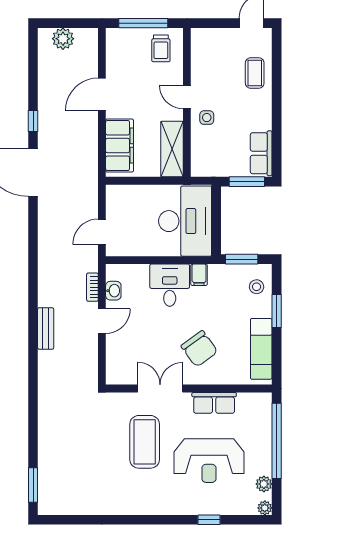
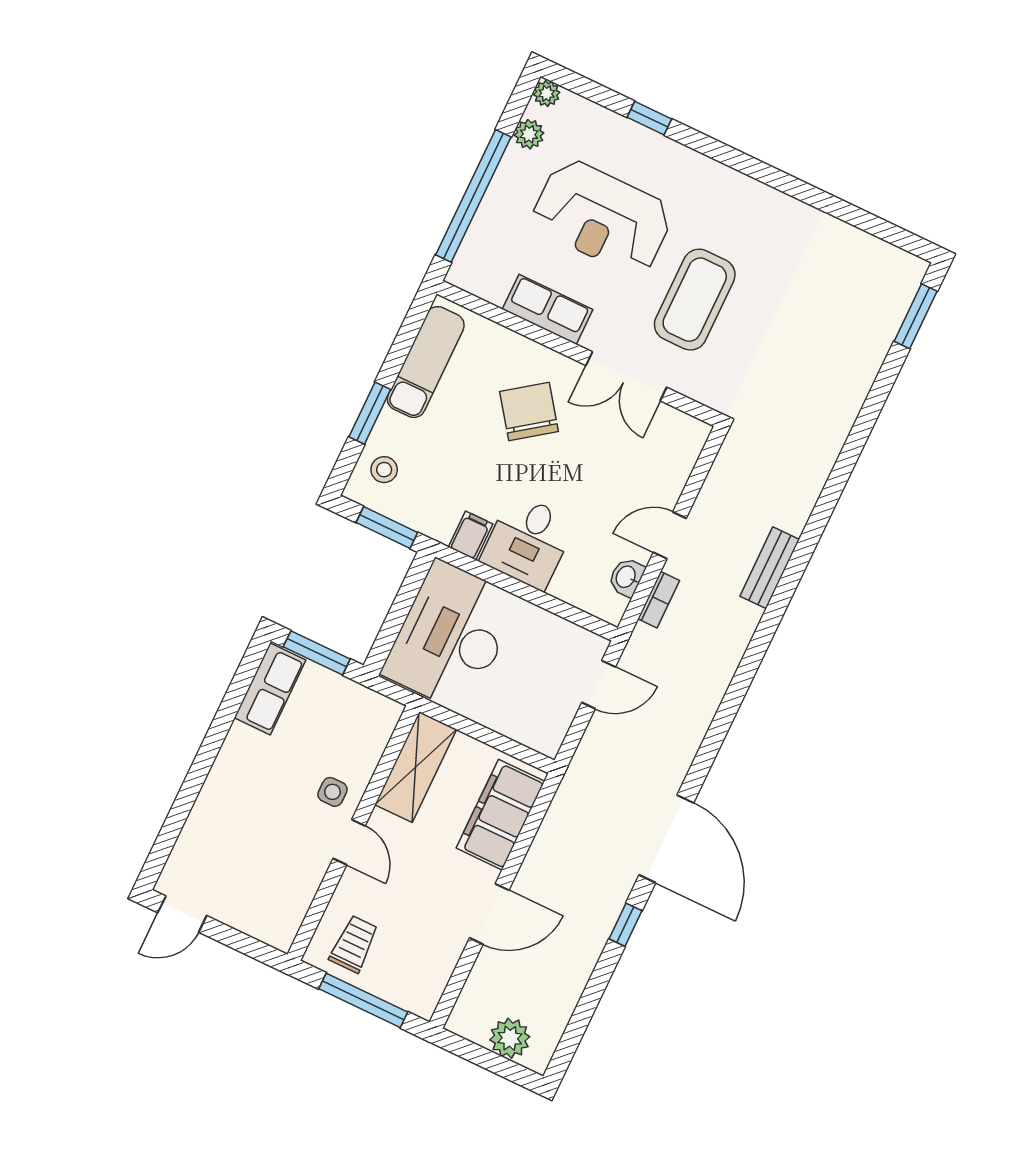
coffee table: (255, 73) -> (217, 828), removed
reception desk: (209, 461) -> (602, 217), turned 180

